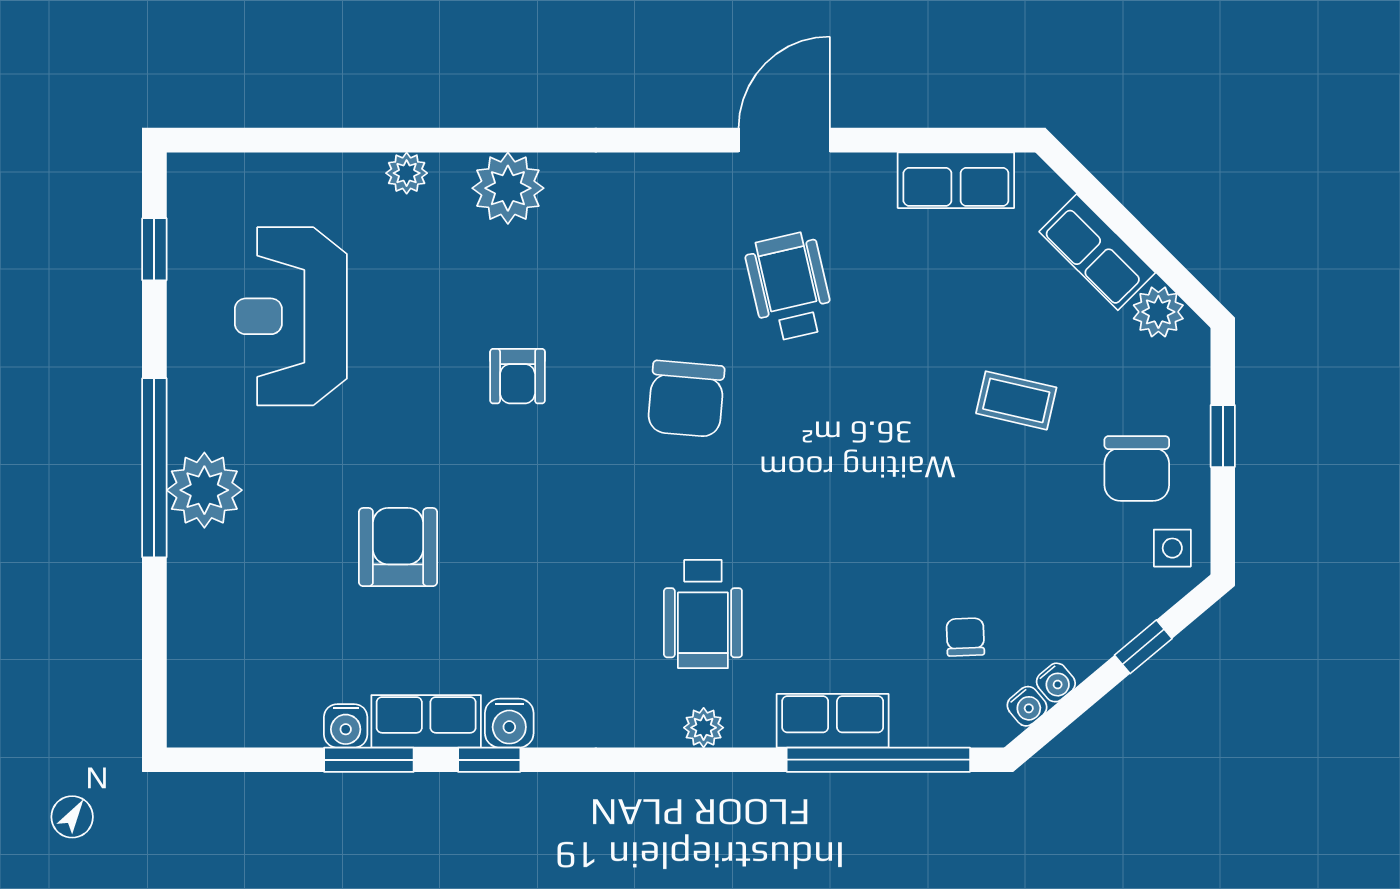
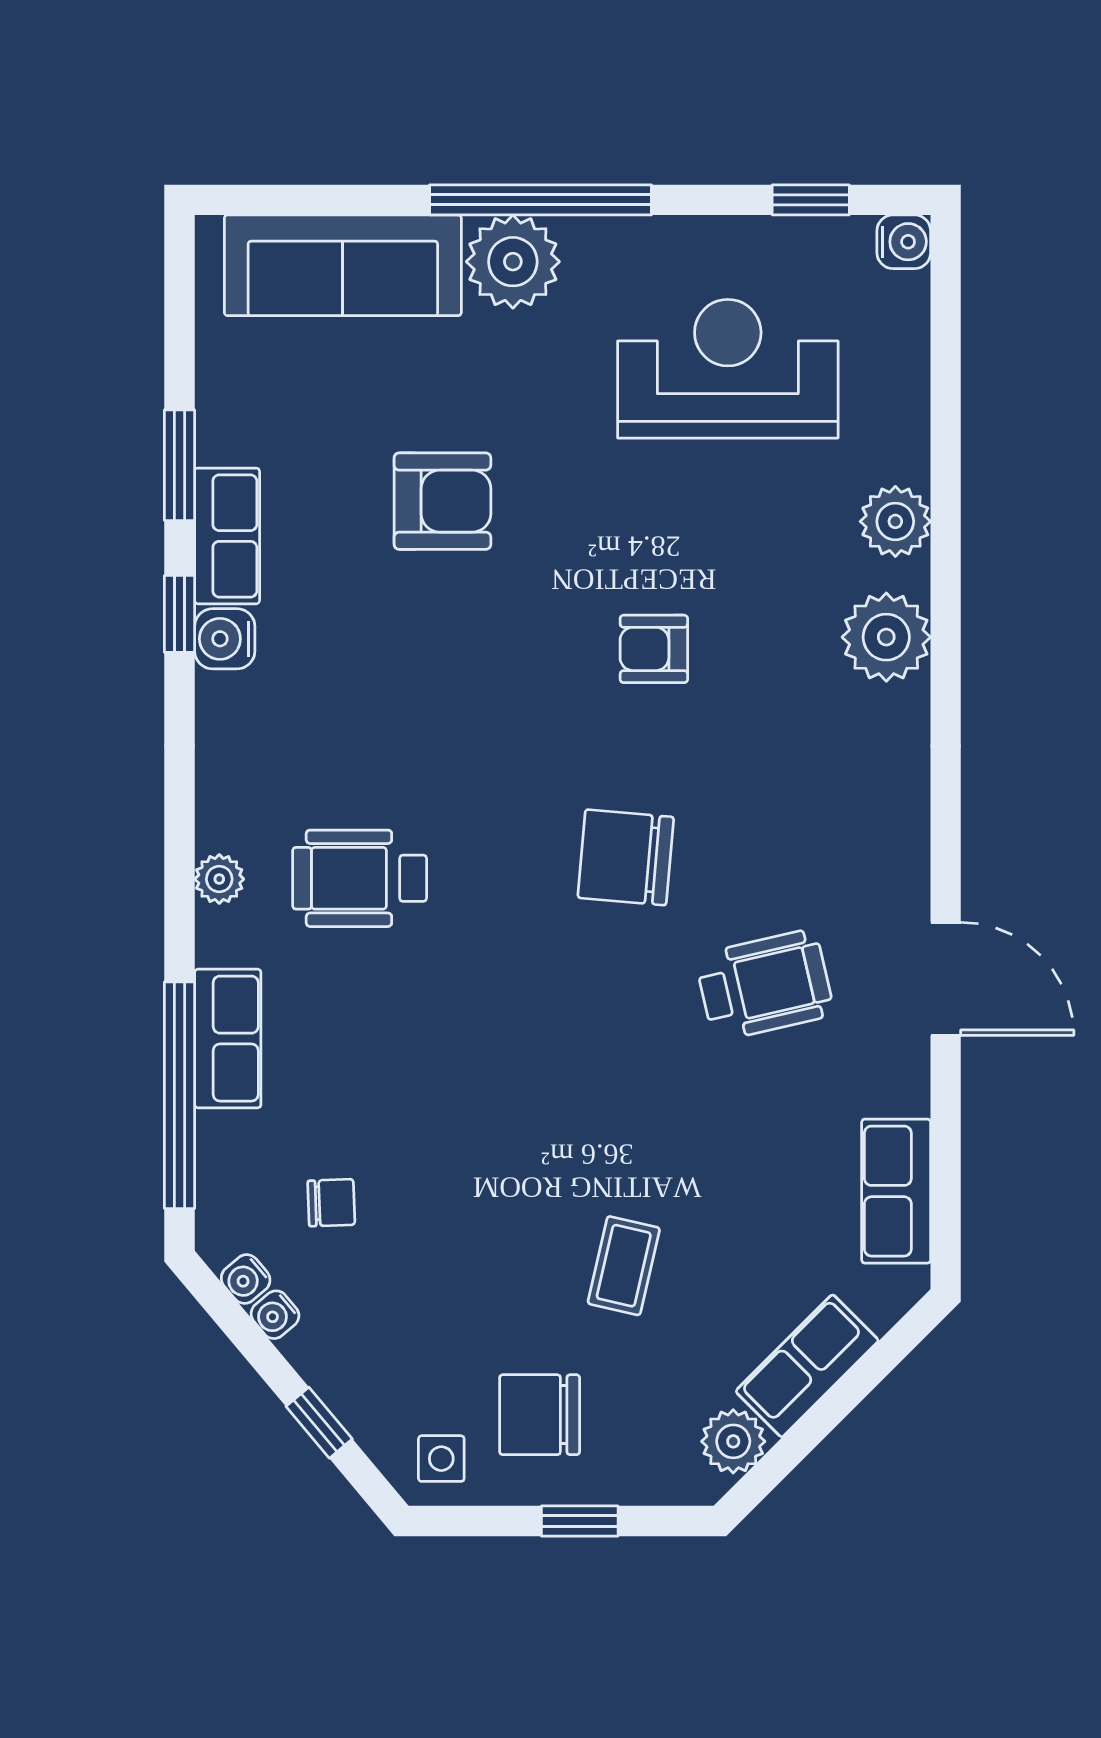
plant: (407, 173) -> (895, 521), width x1.38, depth x1.38
sofa: (207, 628) -> (343, 265), added
water cooler: (346, 726) -> (904, 242), moved, turned 180

